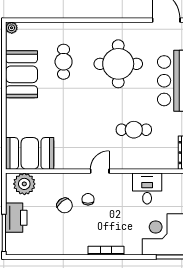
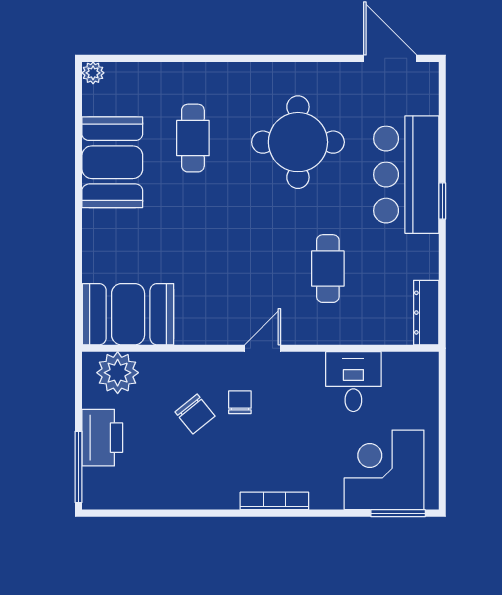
cafe table: (134, 130) -> (328, 269), turned 90

